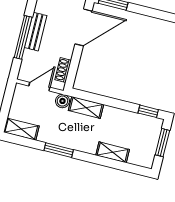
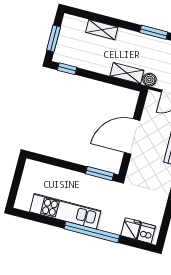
door: (83, 27) -> (132, 137), moved
shoe rack: (63, 70) -> (149, 109), removed

